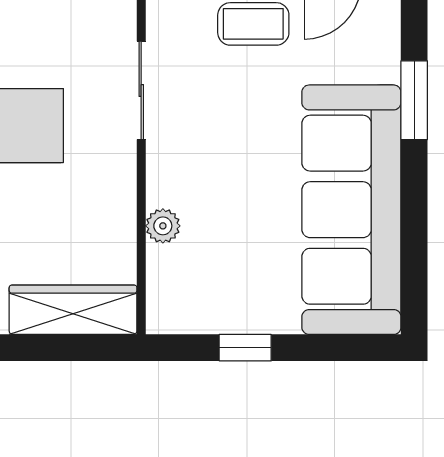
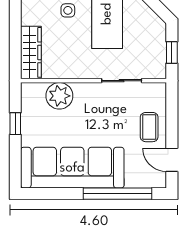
window: (414, 100) -> (118, 194), width x2.11
plant: (163, 226) -> (59, 96), width x1.88, depth x1.88

